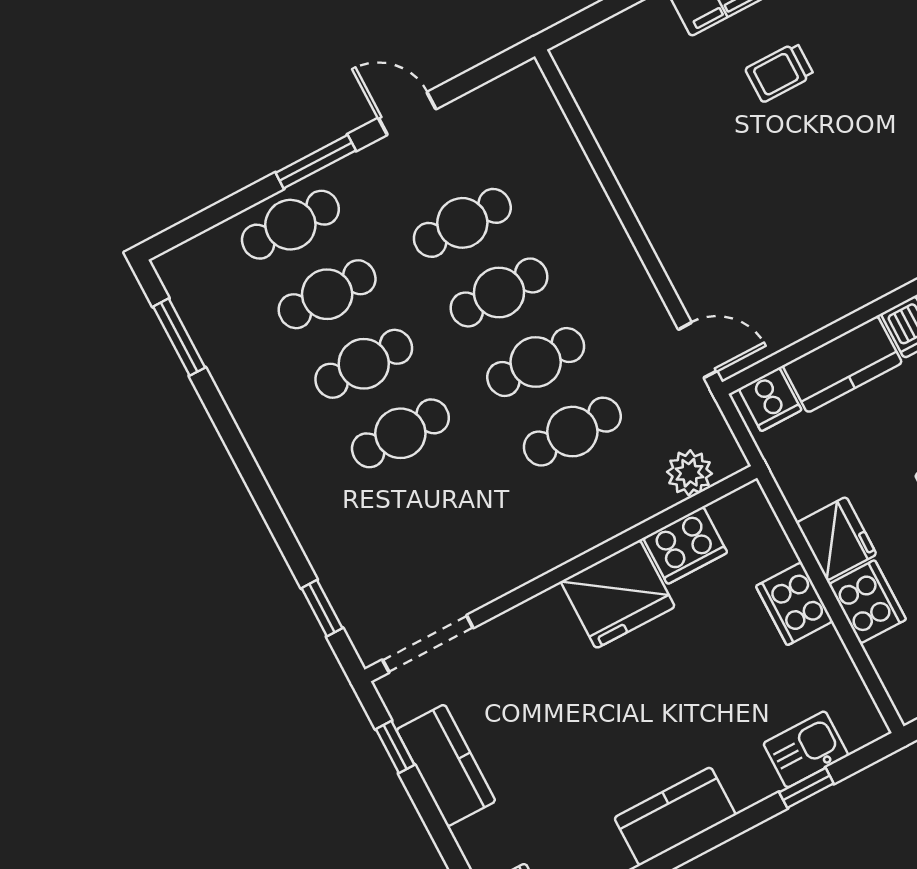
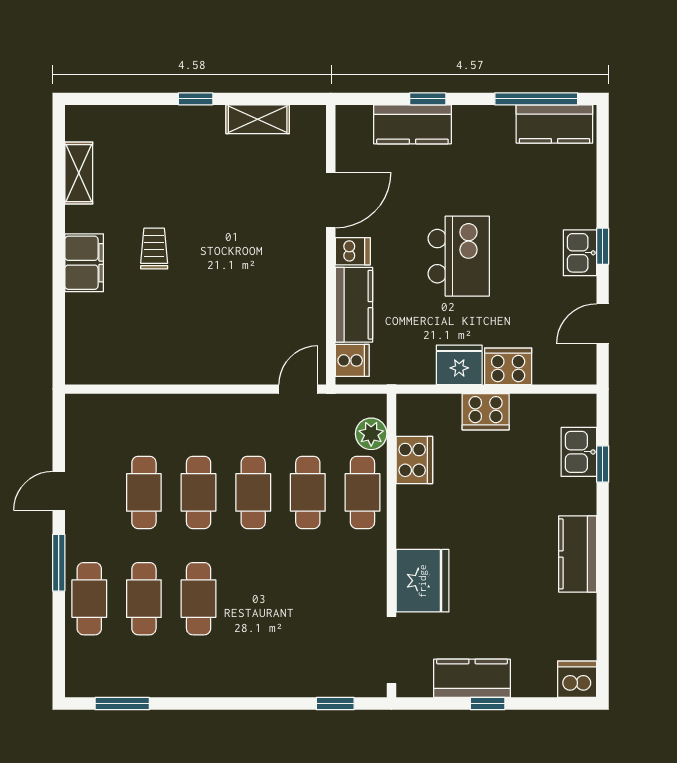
trolley: (780, 72) -> (154, 249), turned 180
cafe table: (400, 433) -> (362, 492), moved
fridge: (618, 594) -> (422, 581), moved
window: (395, 747) -> (488, 704), moved

